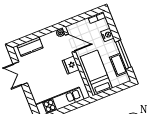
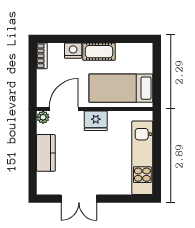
kitchen counter: (30, 47) -> (46, 153), moved
window: (123, 55) -> (110, 39), removed
cot: (119, 65) -> (99, 52), moved

